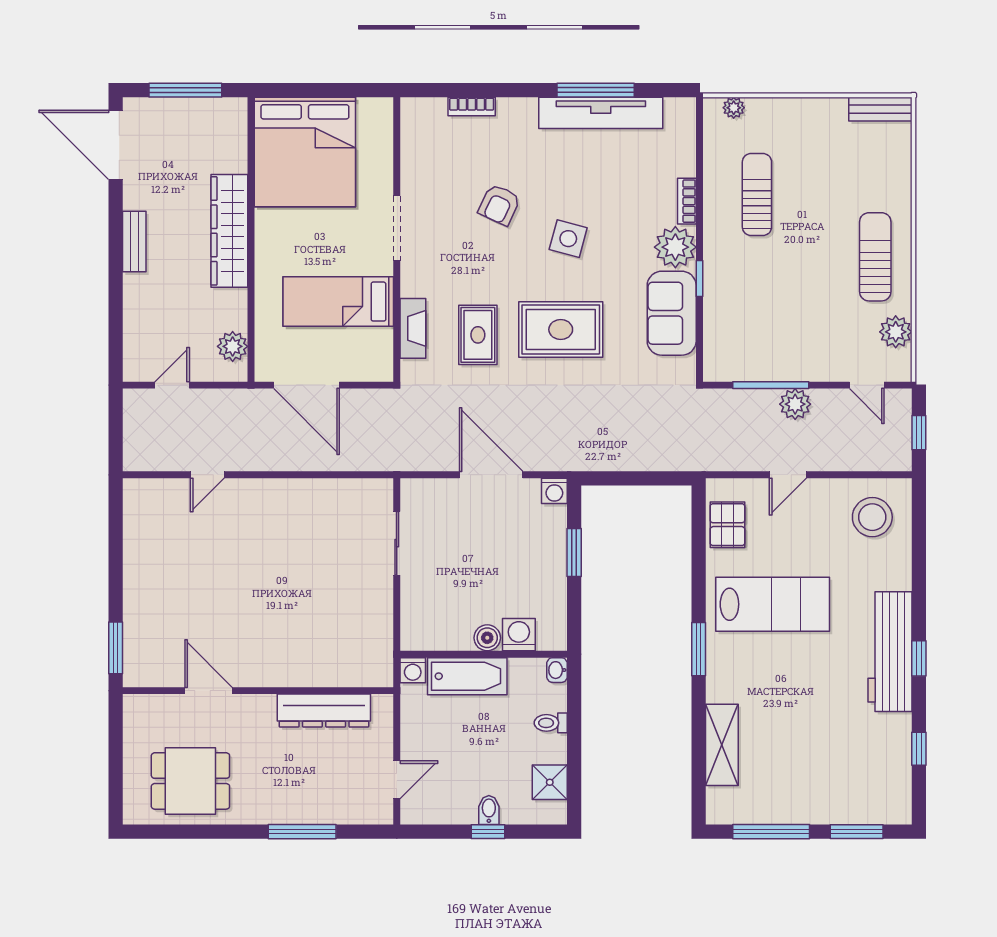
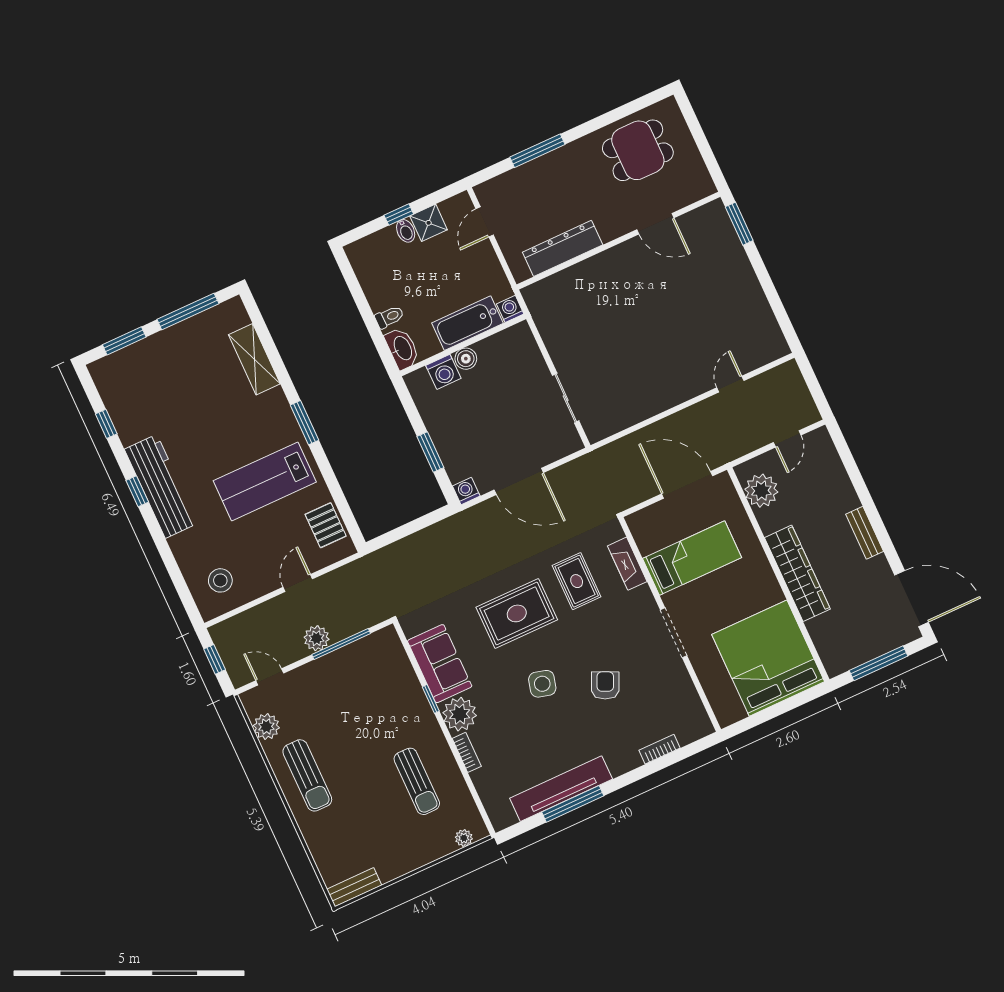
plant: (233, 346) -> (761, 491), width x1.36, depth x1.36
stool: (872, 517) -> (220, 580), width x0.73, depth x0.73
washbasin: (557, 670) -> (402, 348), width x1.91, depth x1.45
shower: (550, 782) -> (429, 223), moved

